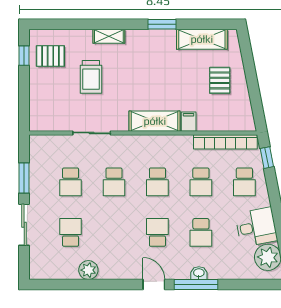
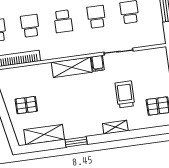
pallet: (220, 80) -> (26, 105), turned 90
filing cabinet: (189, 122) -> (98, 63), moved
school desk: (157, 182) -> (63, 21), turned 180

